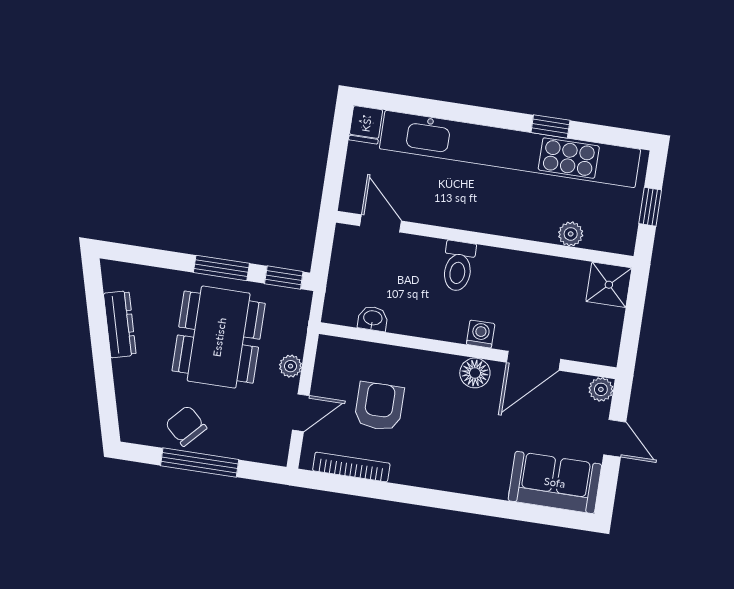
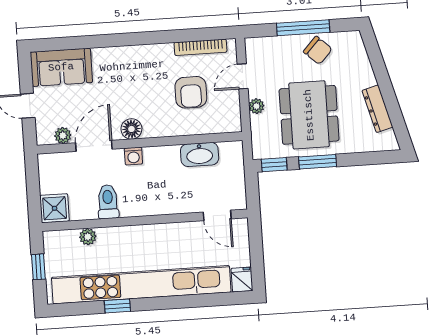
toilet: (458, 266) -> (108, 202), moved
washbasin: (373, 319) -> (200, 154), width x1.91, depth x1.45
plant: (601, 389) -> (63, 135), moved

